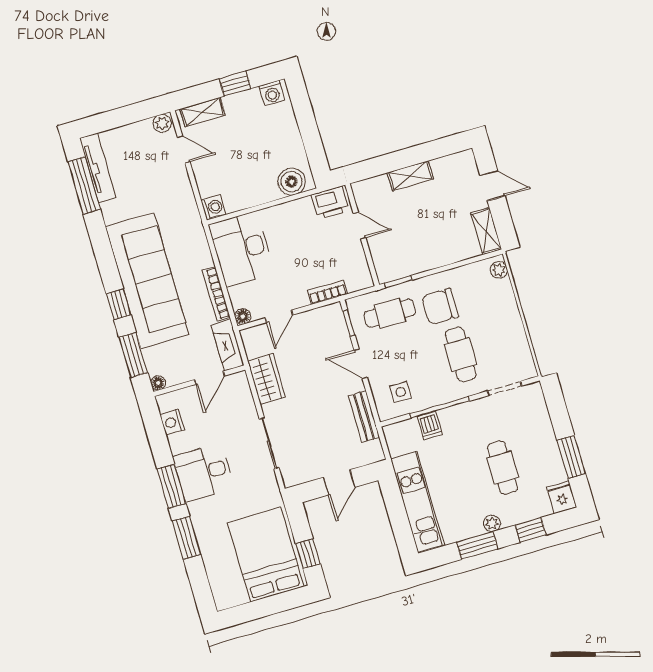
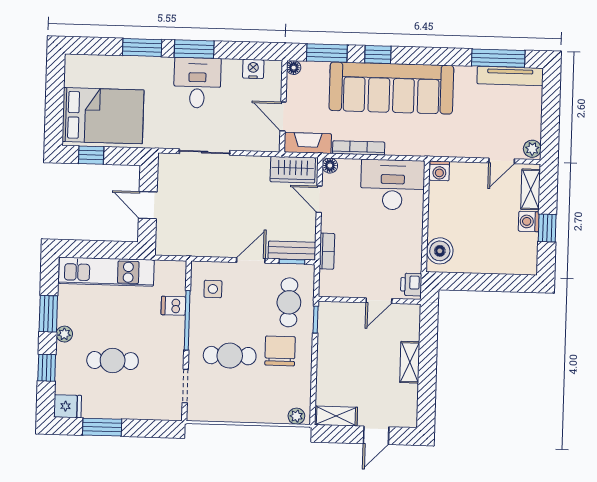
washing machine: (272, 93) -> (529, 221), moved
printer: (330, 203) -> (411, 285), width x0.73, depth x0.81
wardrobe: (266, 379) -> (293, 170), moved
bench: (364, 416) -> (292, 250), moved

